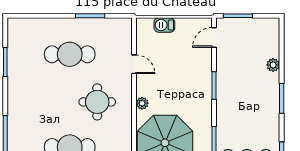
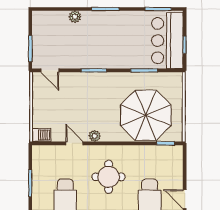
barbecue: (164, 25) -> (41, 135), moved, turned -90
door: (134, 64) -> (74, 143), hinge flipped
plant: (142, 103) -> (95, 136), moved

